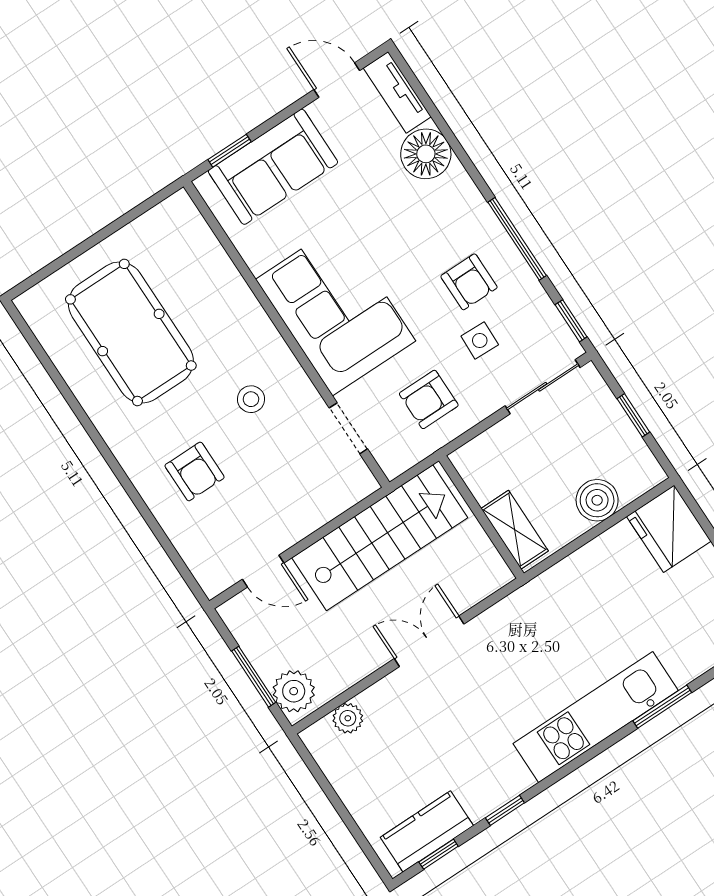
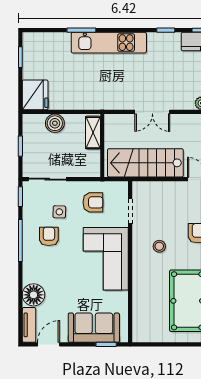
door: (337, 80) -> (49, 344), swing flipped

